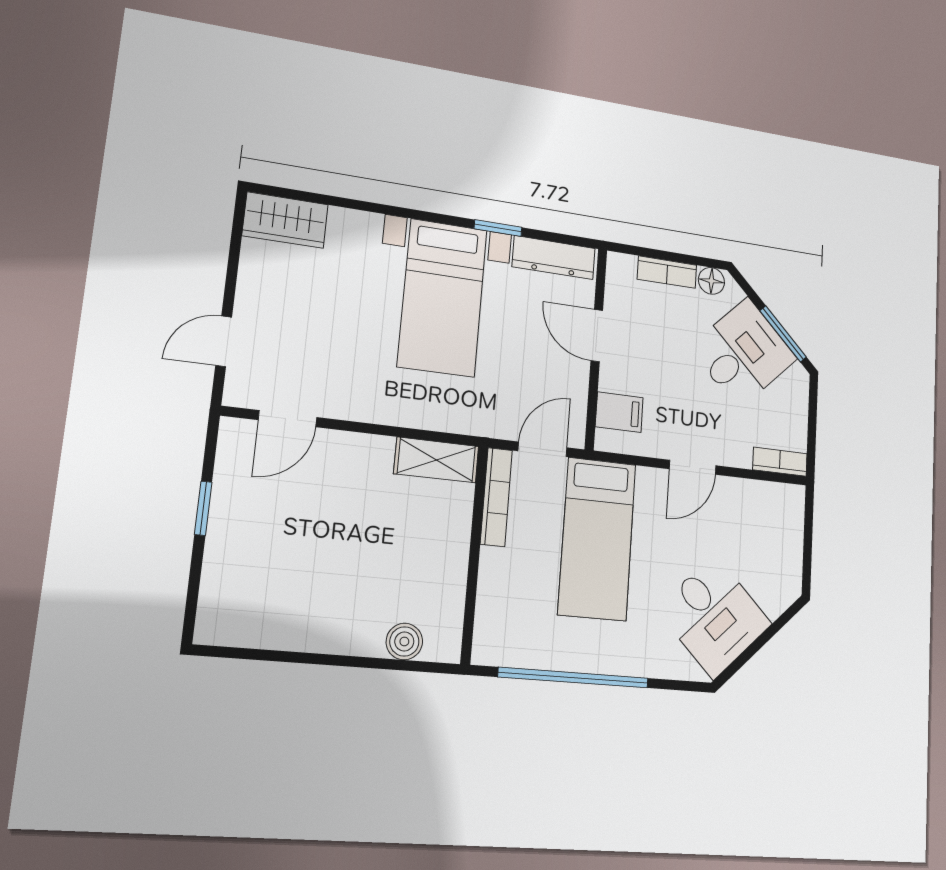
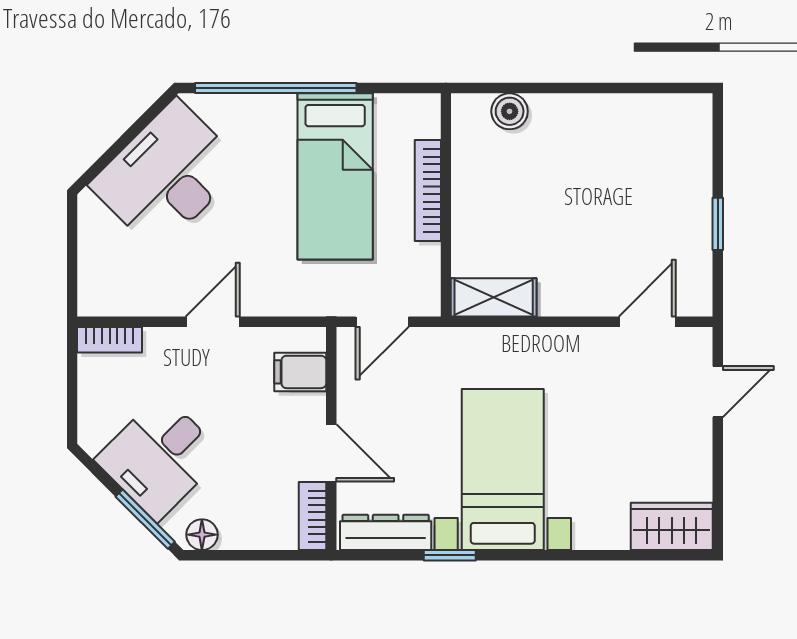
bookcase: (667, 272) -> (312, 516), moved, turned -90
window: (783, 334) -> (145, 519), moved
bookcase: (496, 497) -> (428, 190), moved
bed: (597, 539) -> (335, 176), moved, turned 180
desk: (714, 616) -> (167, 175), width x1.37
window: (574, 678) -> (276, 88), moved

